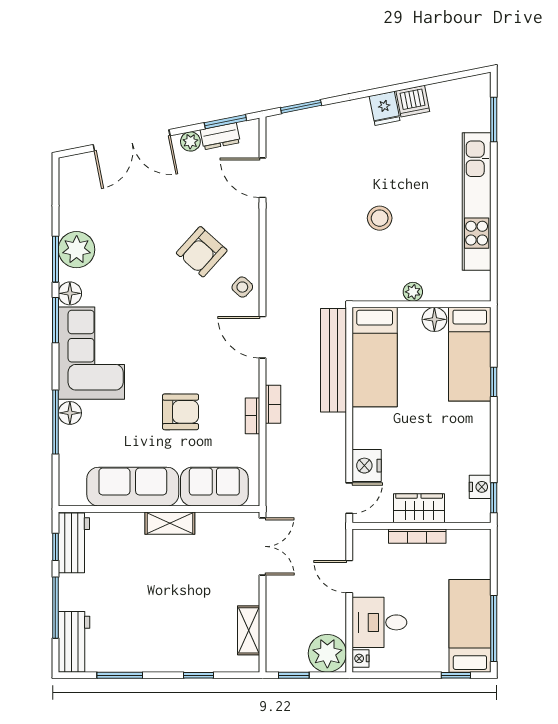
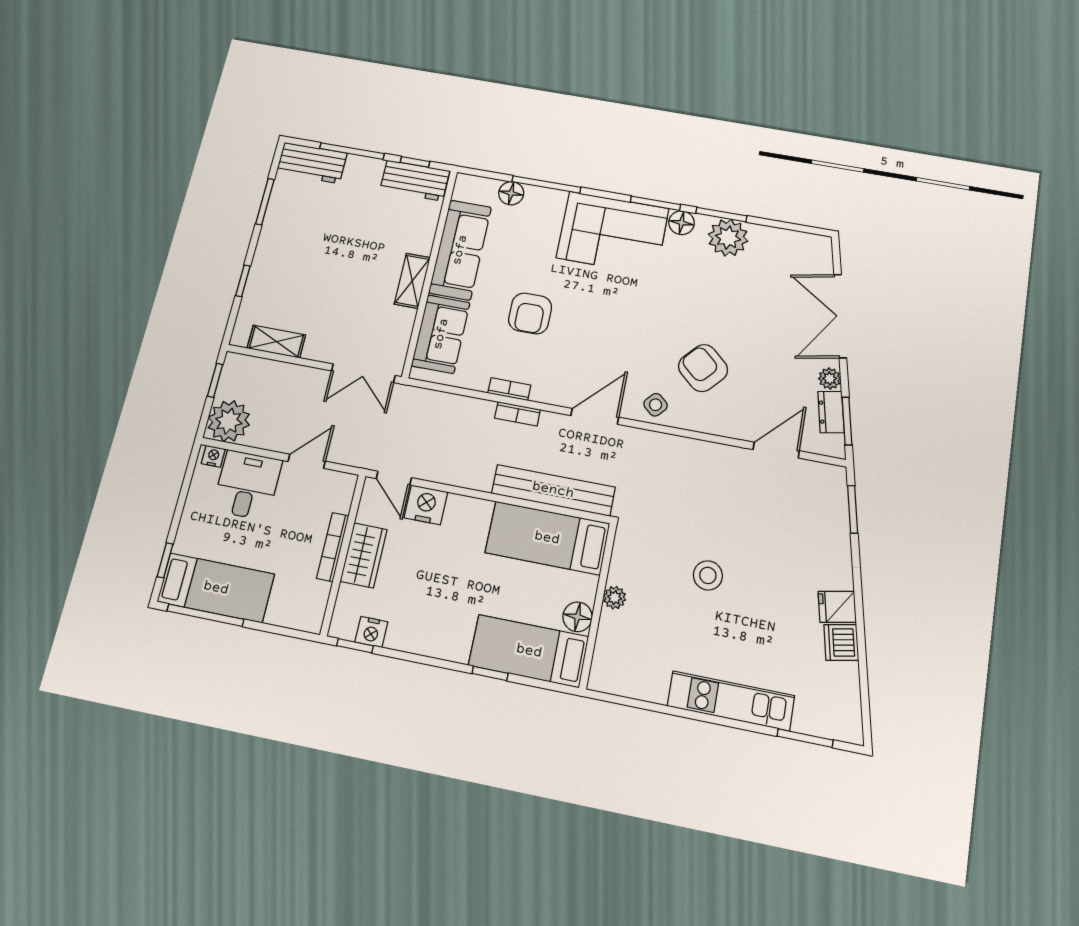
kitchen unit: (477, 201) -> (731, 701), width x0.73
floor lamp: (70, 413) -> (511, 193), moved

